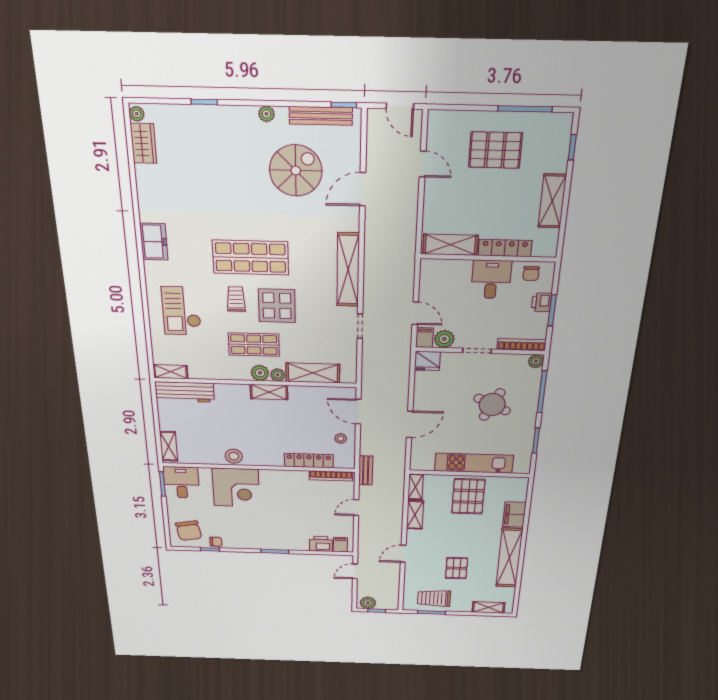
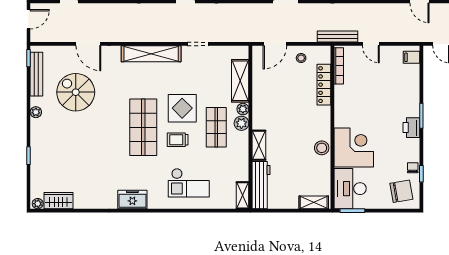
shelving: (269, 392) -> (259, 145), moved
bench: (366, 470) -> (338, 37), width x1.36
desk: (181, 482) -> (350, 189), width x1.37
printer: (321, 544) -> (411, 128), moved

